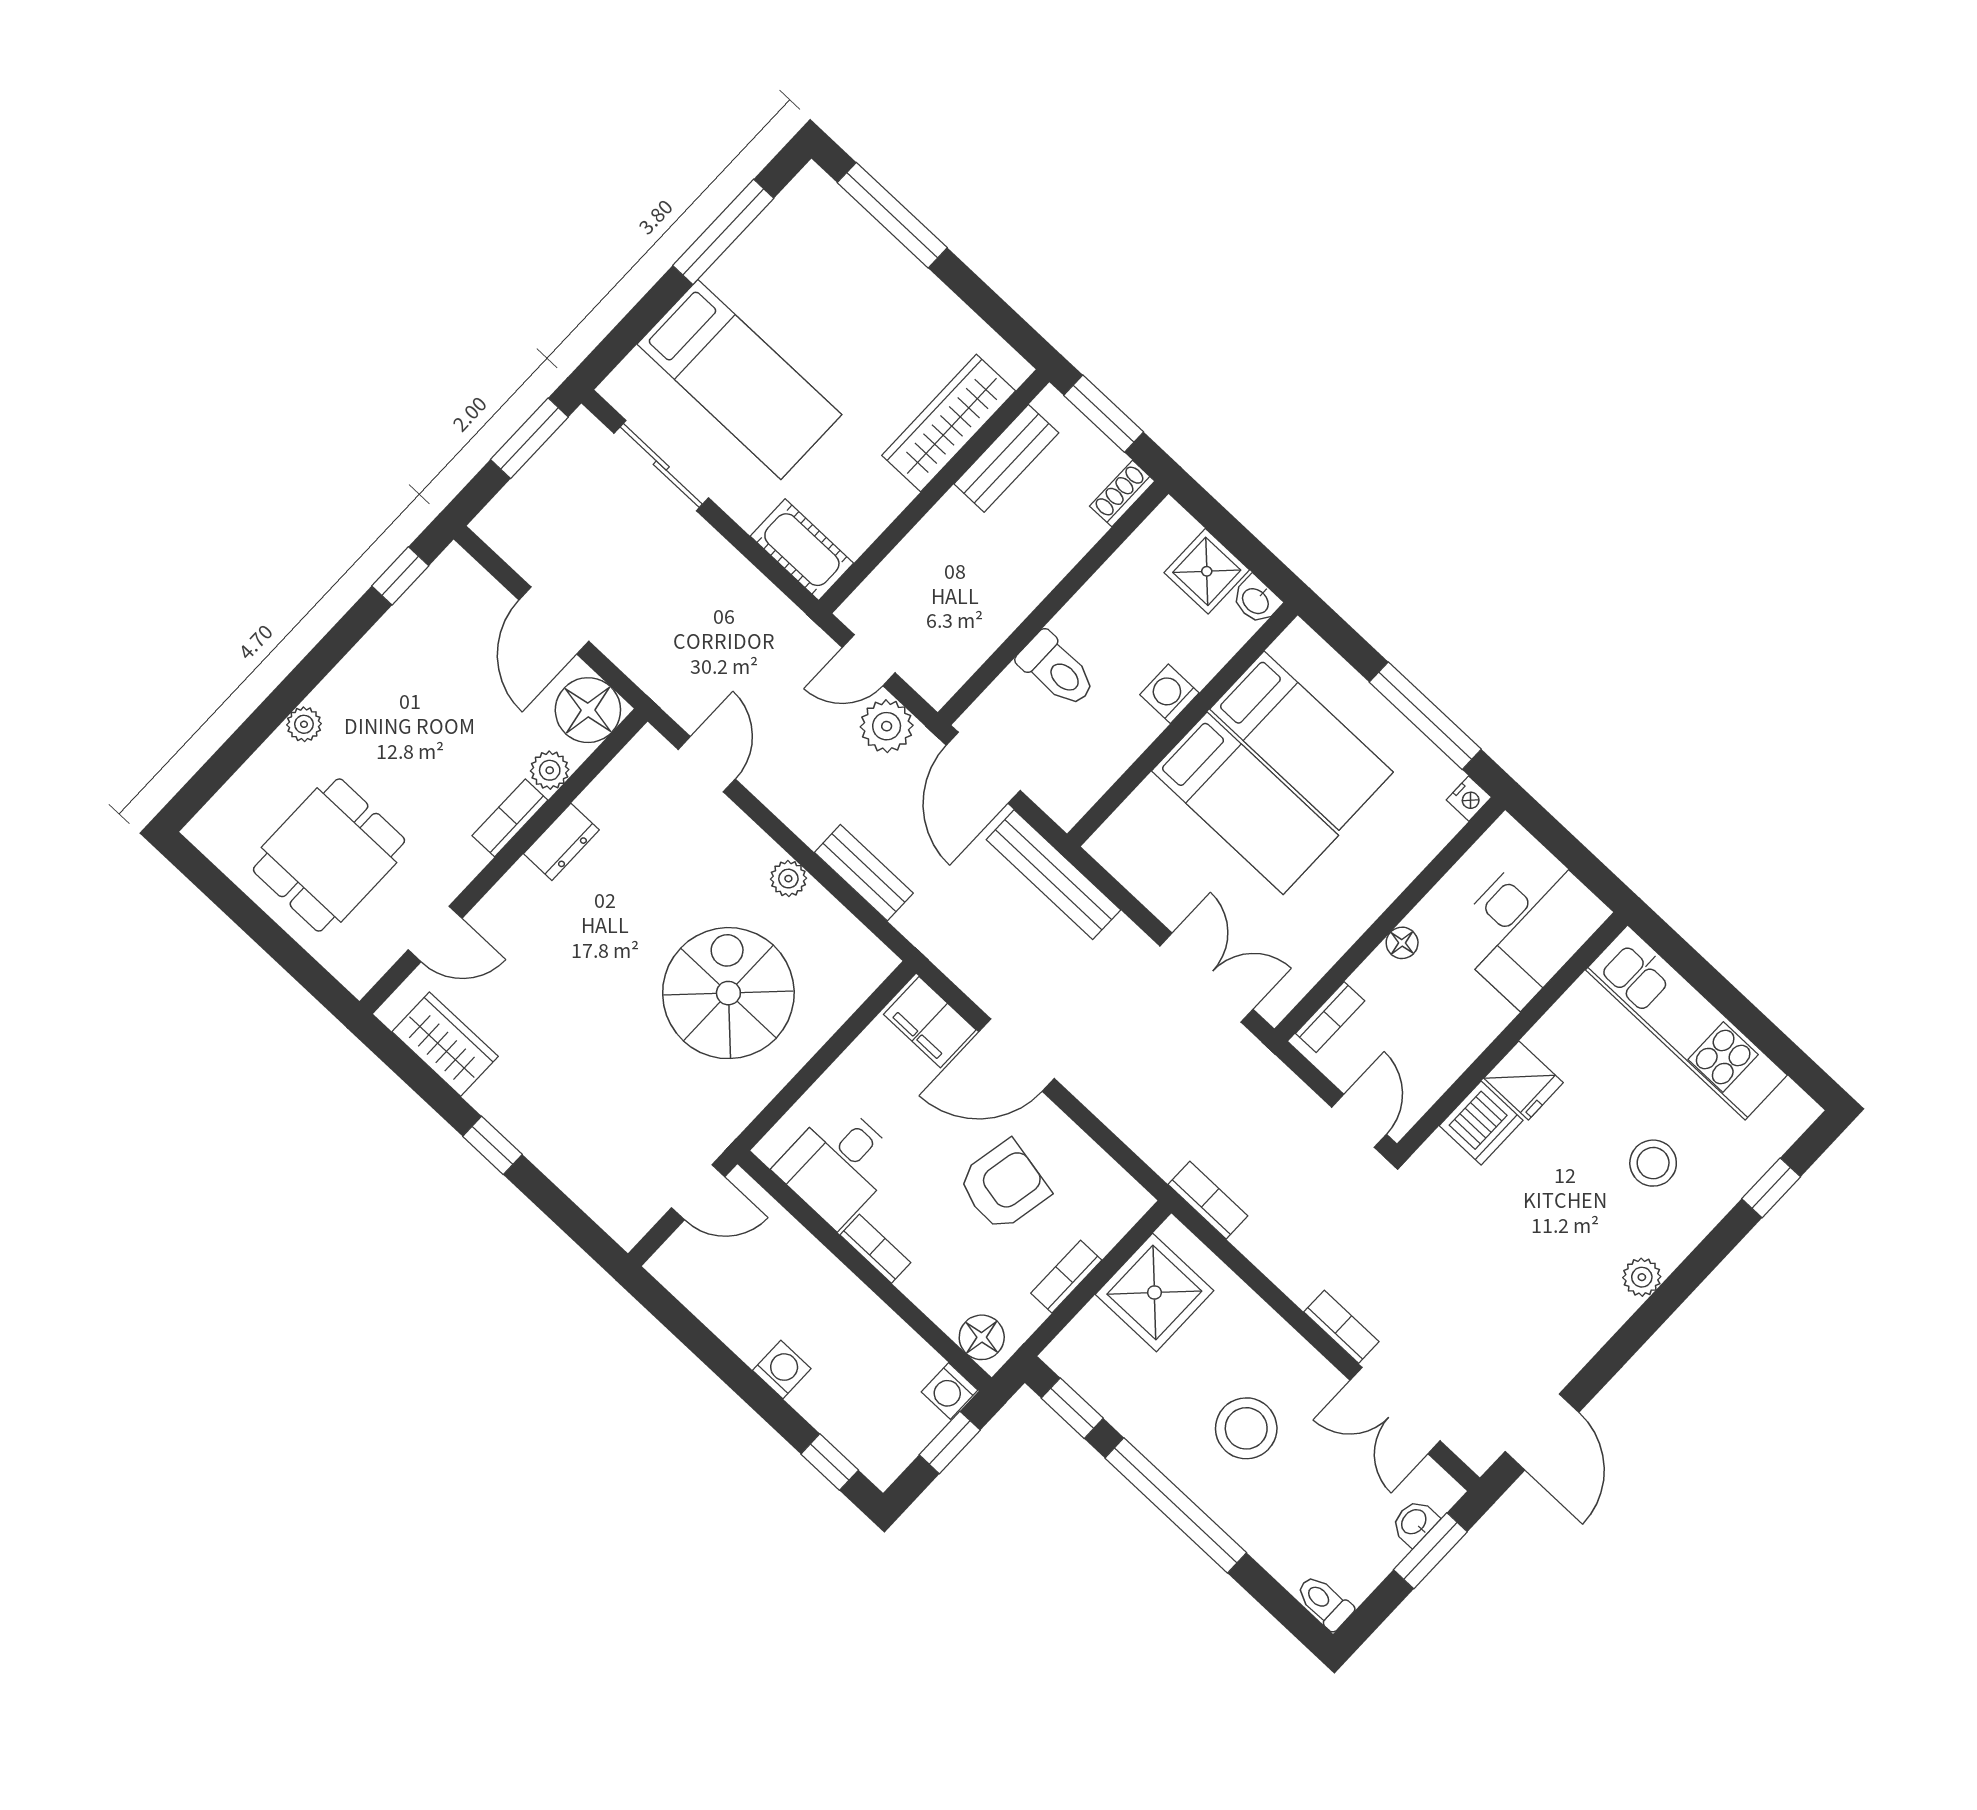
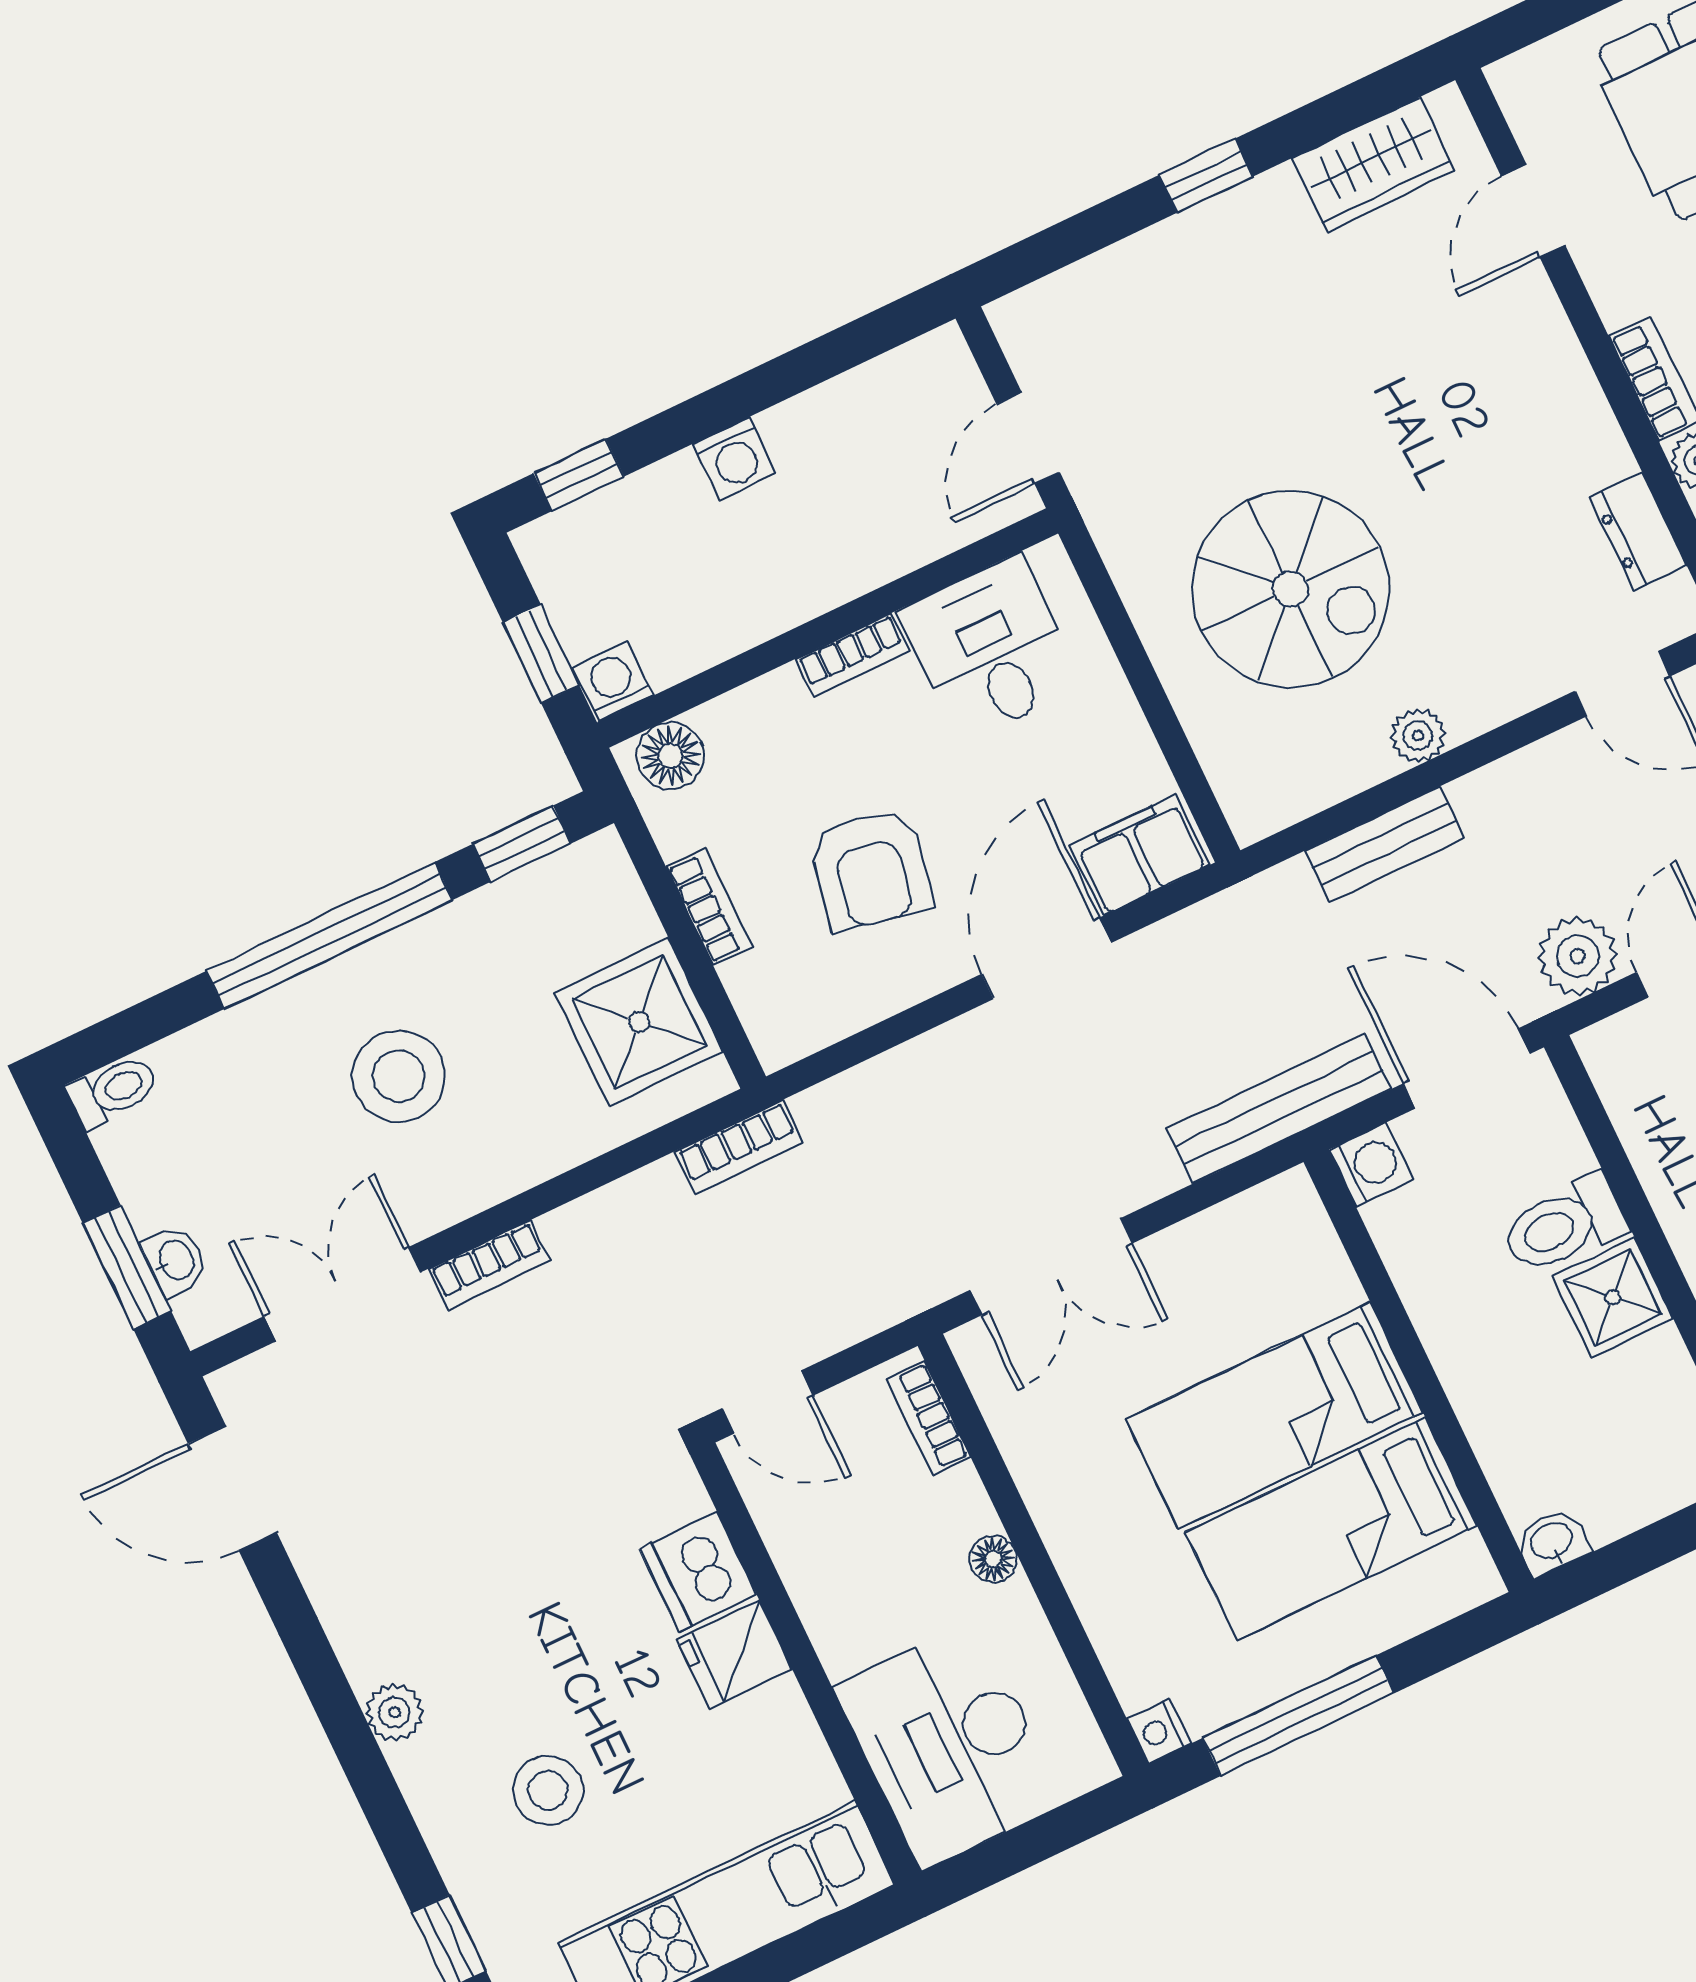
shower: (1207, 571) -> (1613, 1297), moved
washing machine: (1169, 694) -> (1371, 1165), moved
dresser: (561, 842) -> (1638, 531), moved

